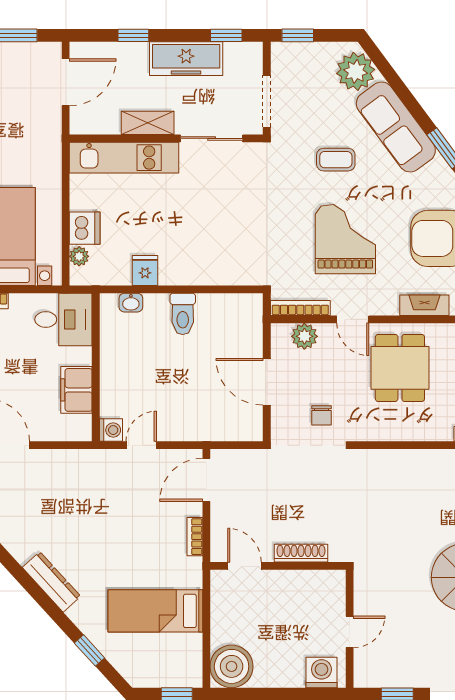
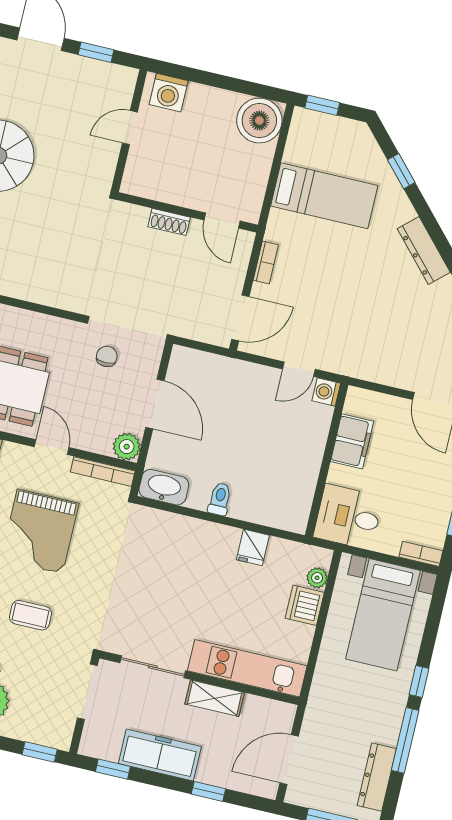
washbasin: (131, 303) -> (164, 487), moved, width x1.91, depth x1.45
toilet: (183, 314) -> (220, 499), width x0.73, depth x0.72
plant: (304, 336) -> (127, 447), moved
shoe rack: (301, 553) -> (169, 222), width x0.70

